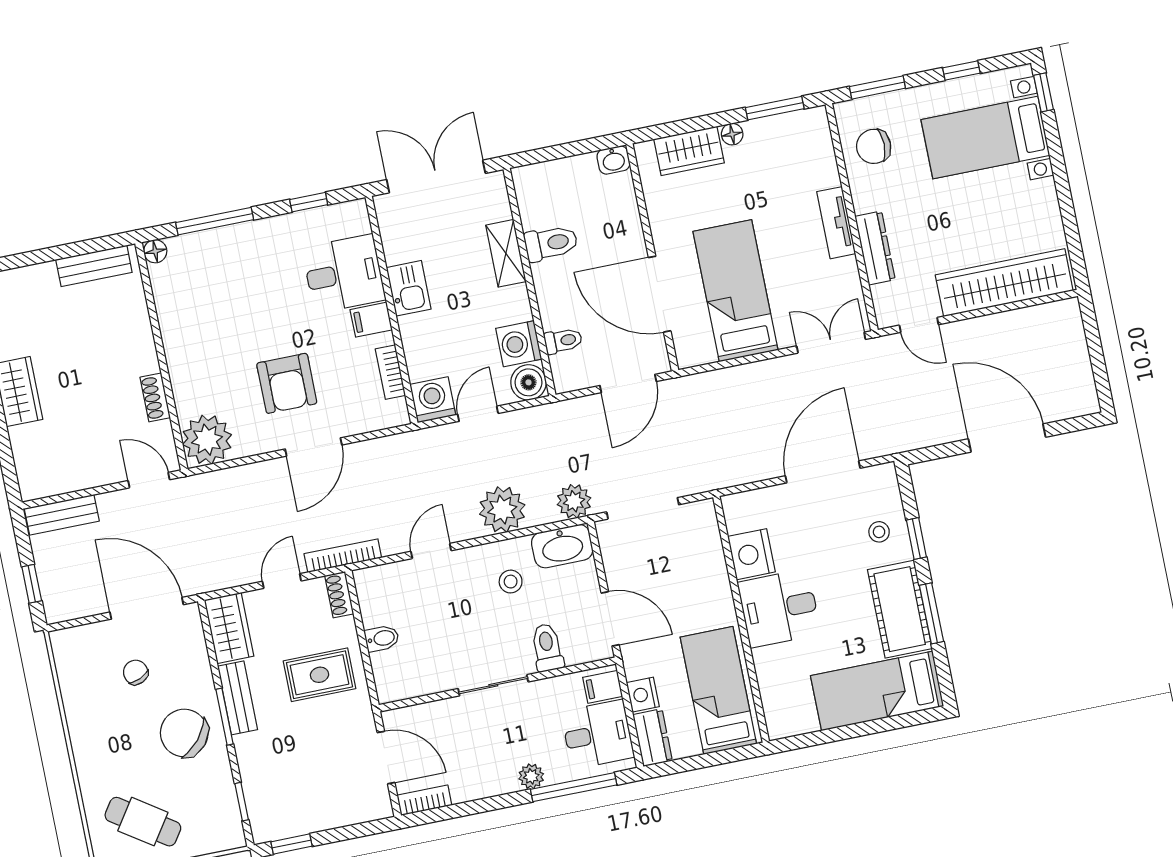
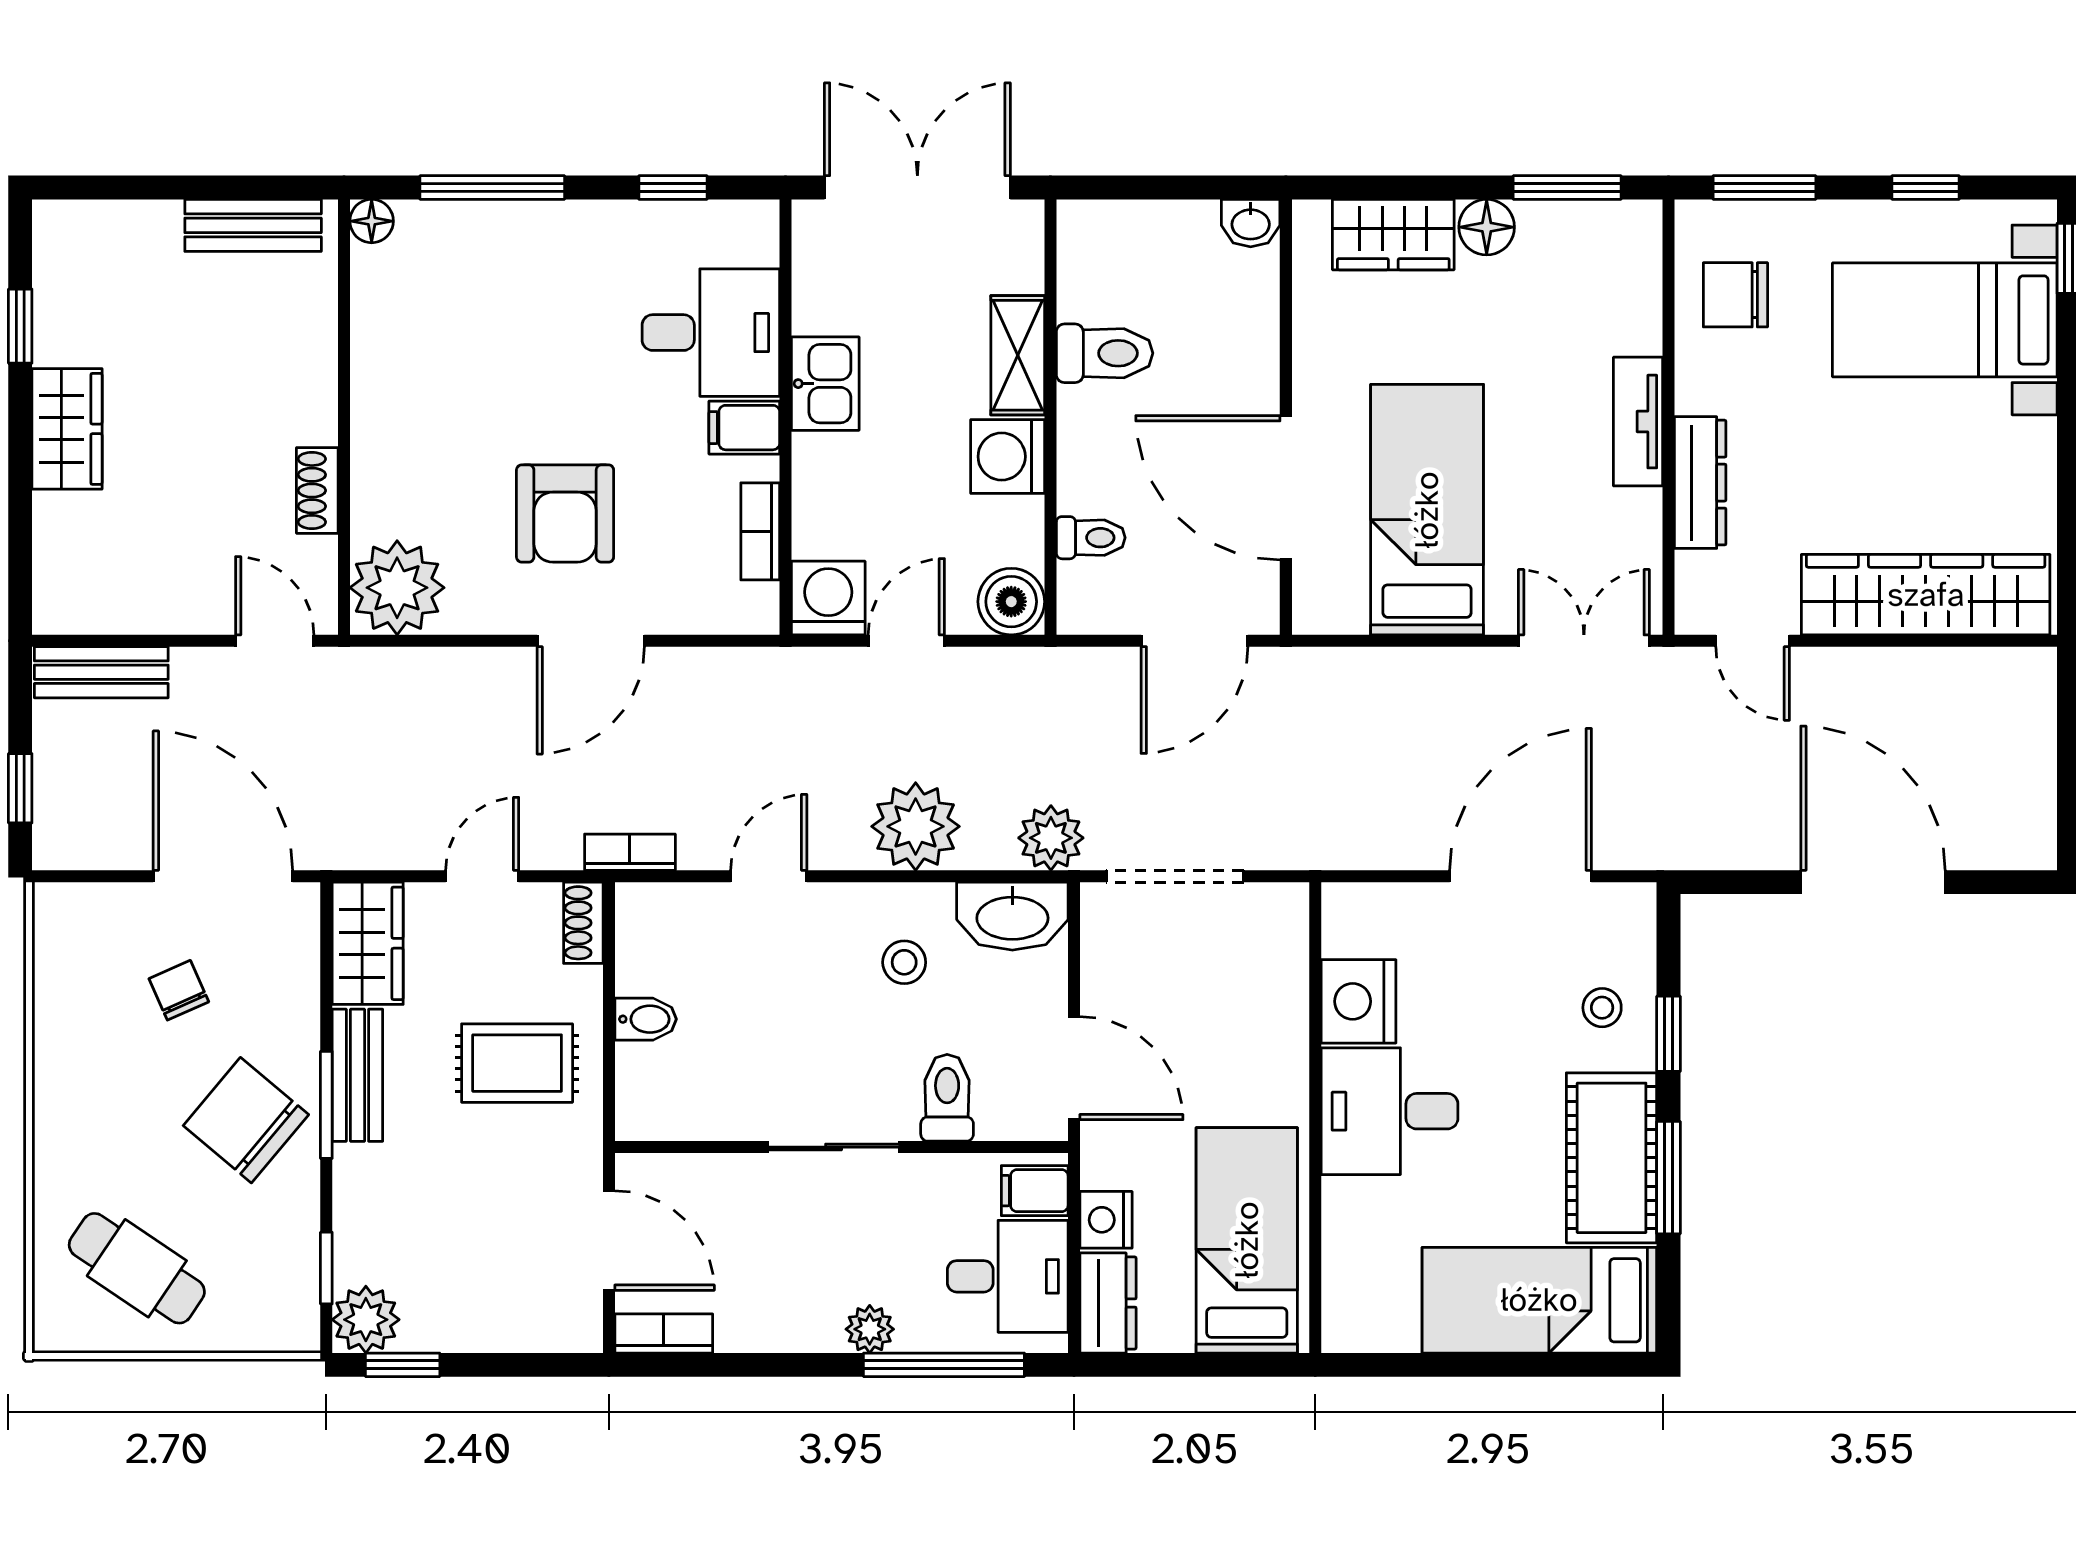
floor lamp: (732, 134) -> (1487, 227), width x1.37, depth x1.37
washing machine: (519, 344) -> (1008, 457), moved
bookcase: (343, 556) -> (630, 852), width x0.64
plant: (268, 824) -> (366, 1320), added

